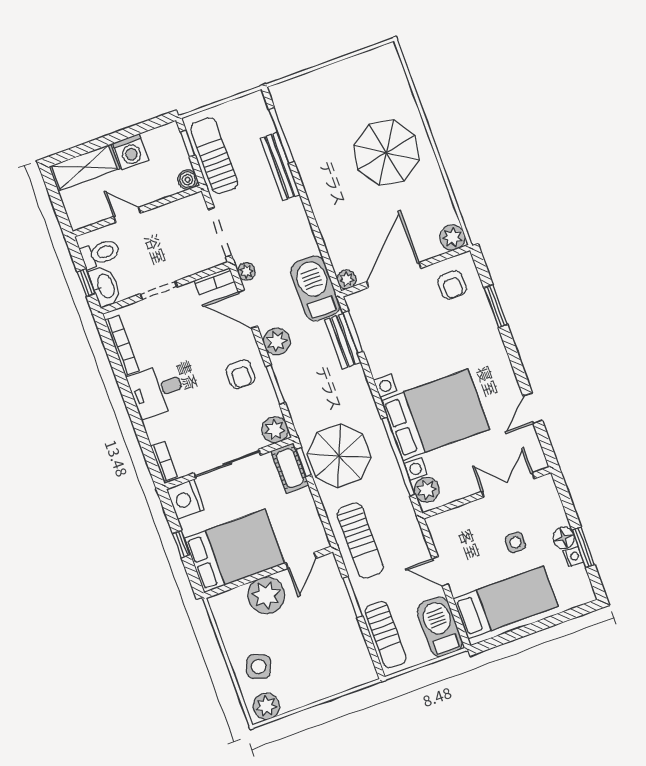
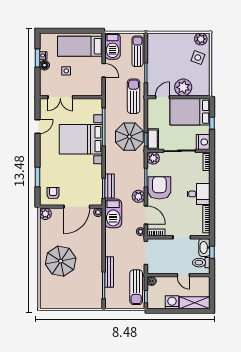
armchair: (241, 374) -> (159, 188), width x1.88, depth x1.88
plant: (427, 490) -> (97, 108), removed

